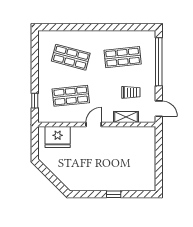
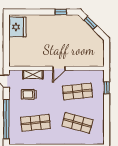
fridge: (58, 137) -> (17, 27), moved, turned 90
window: (55, 181) -> (90, 23), added
window: (114, 194) -> (61, 12), moved

